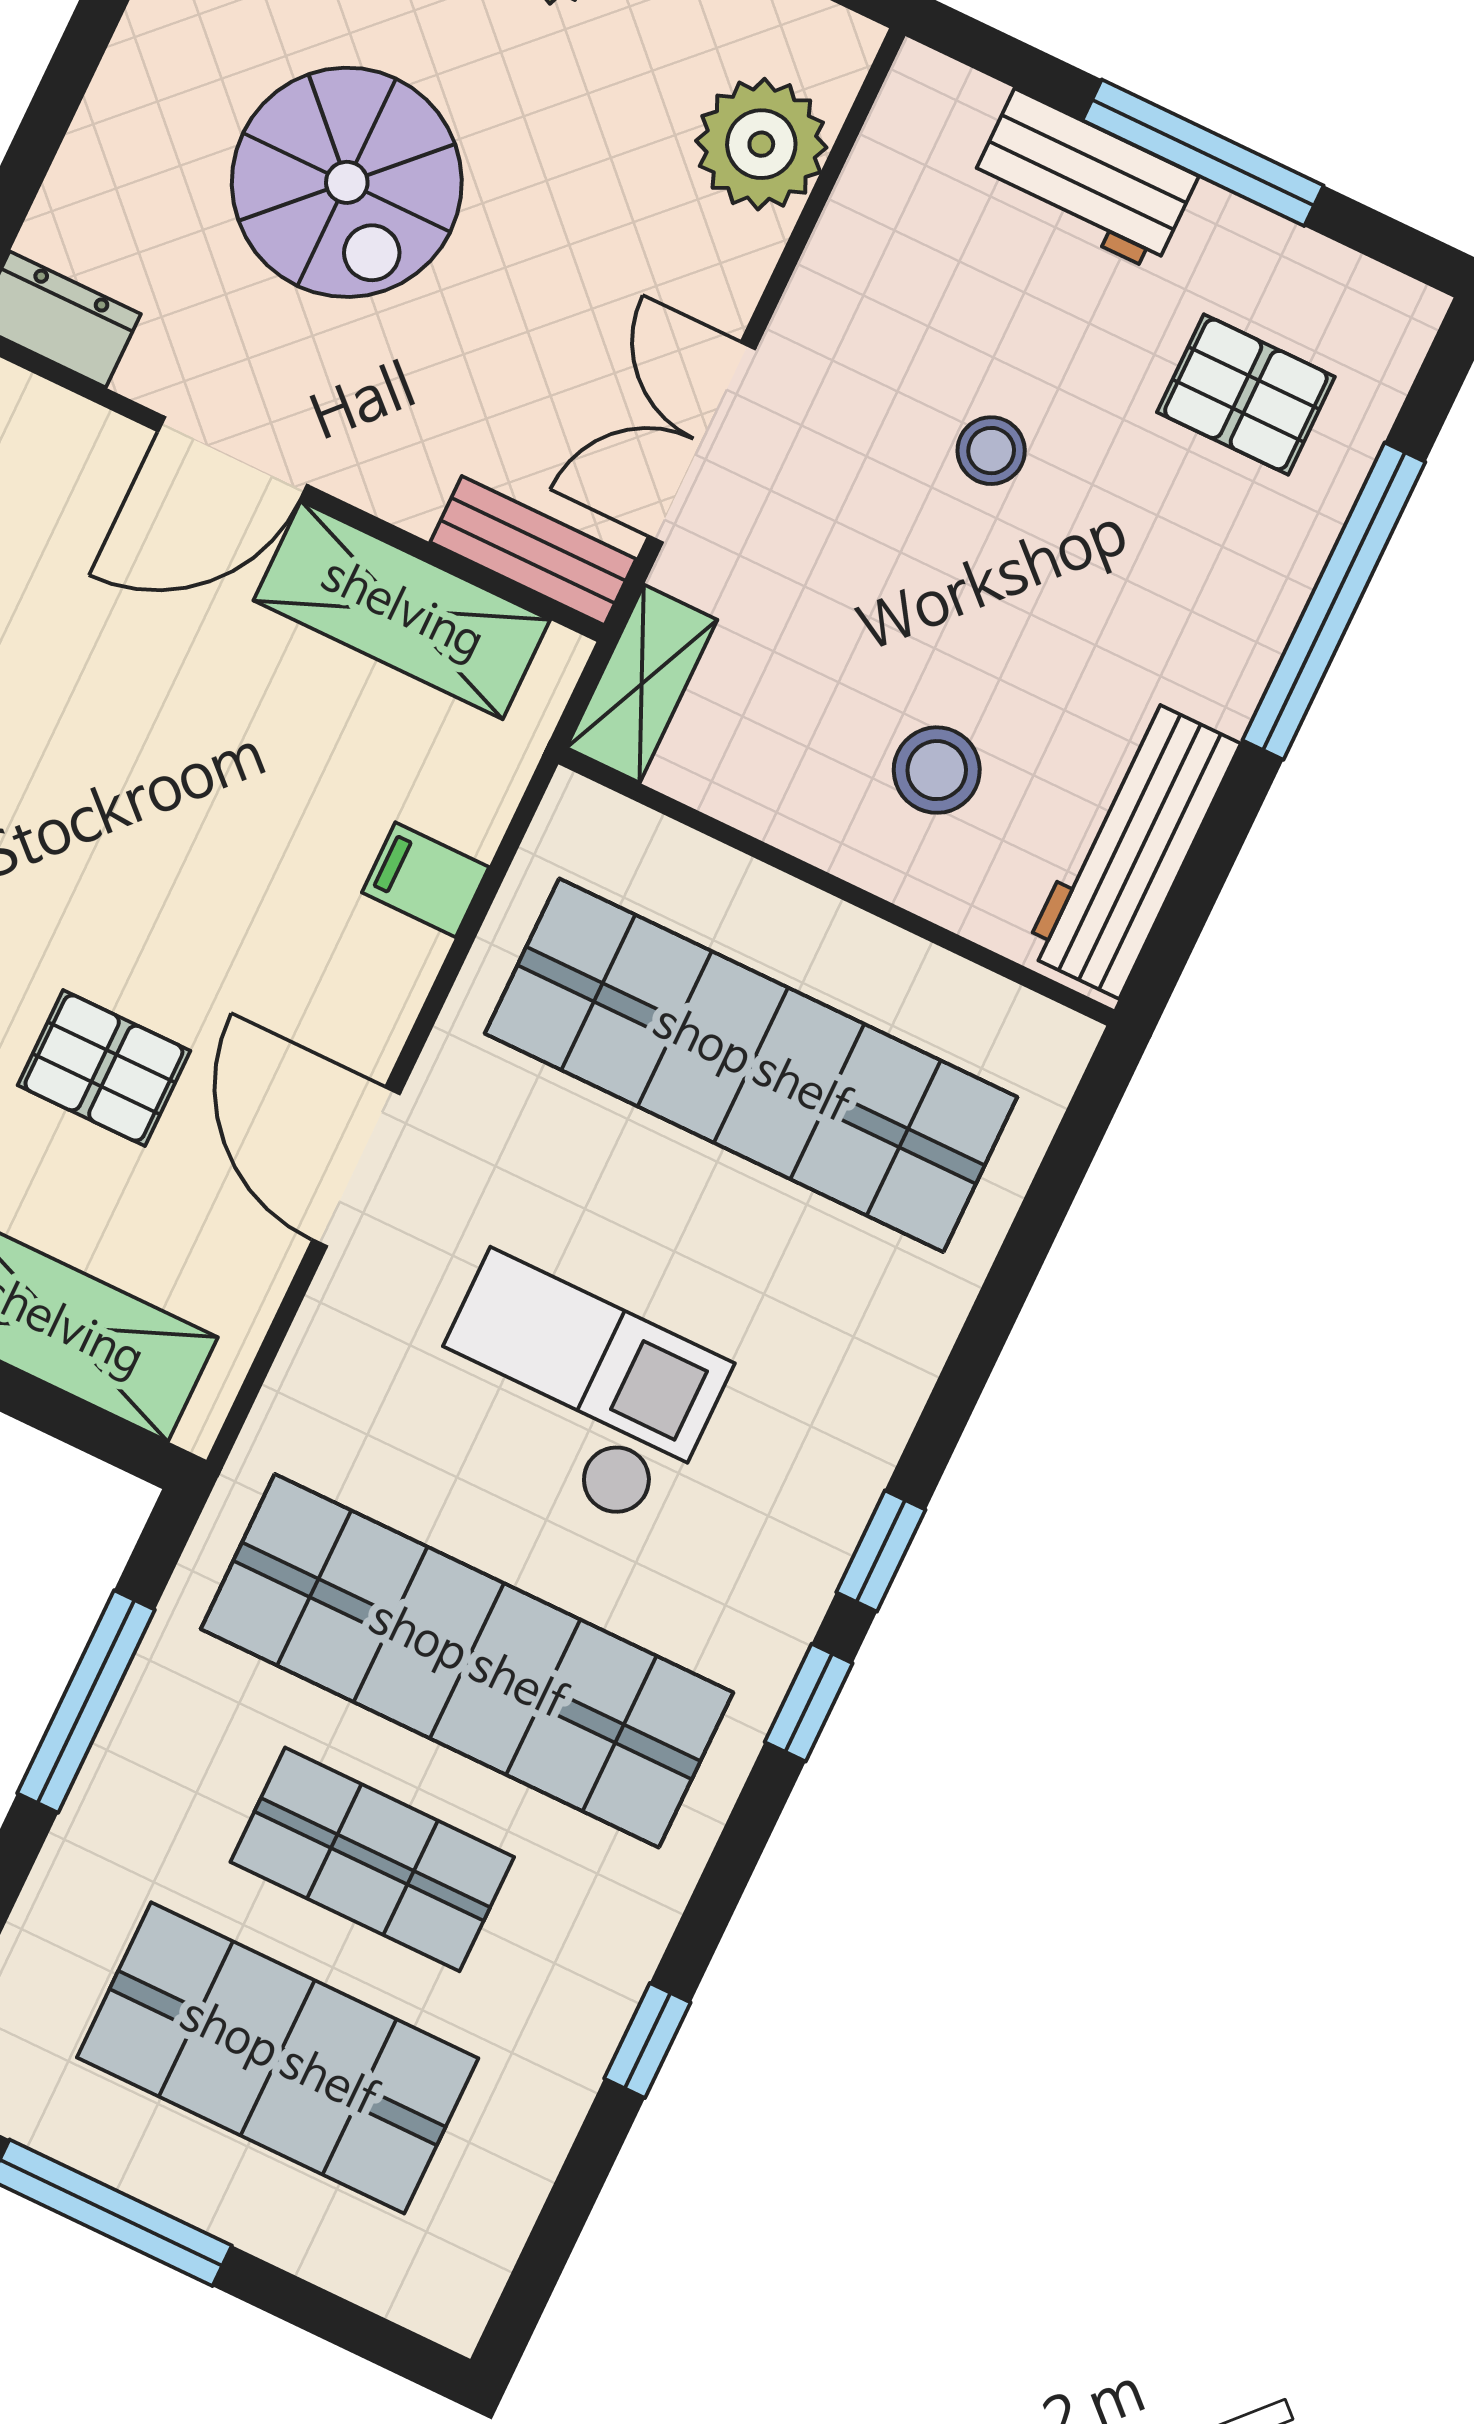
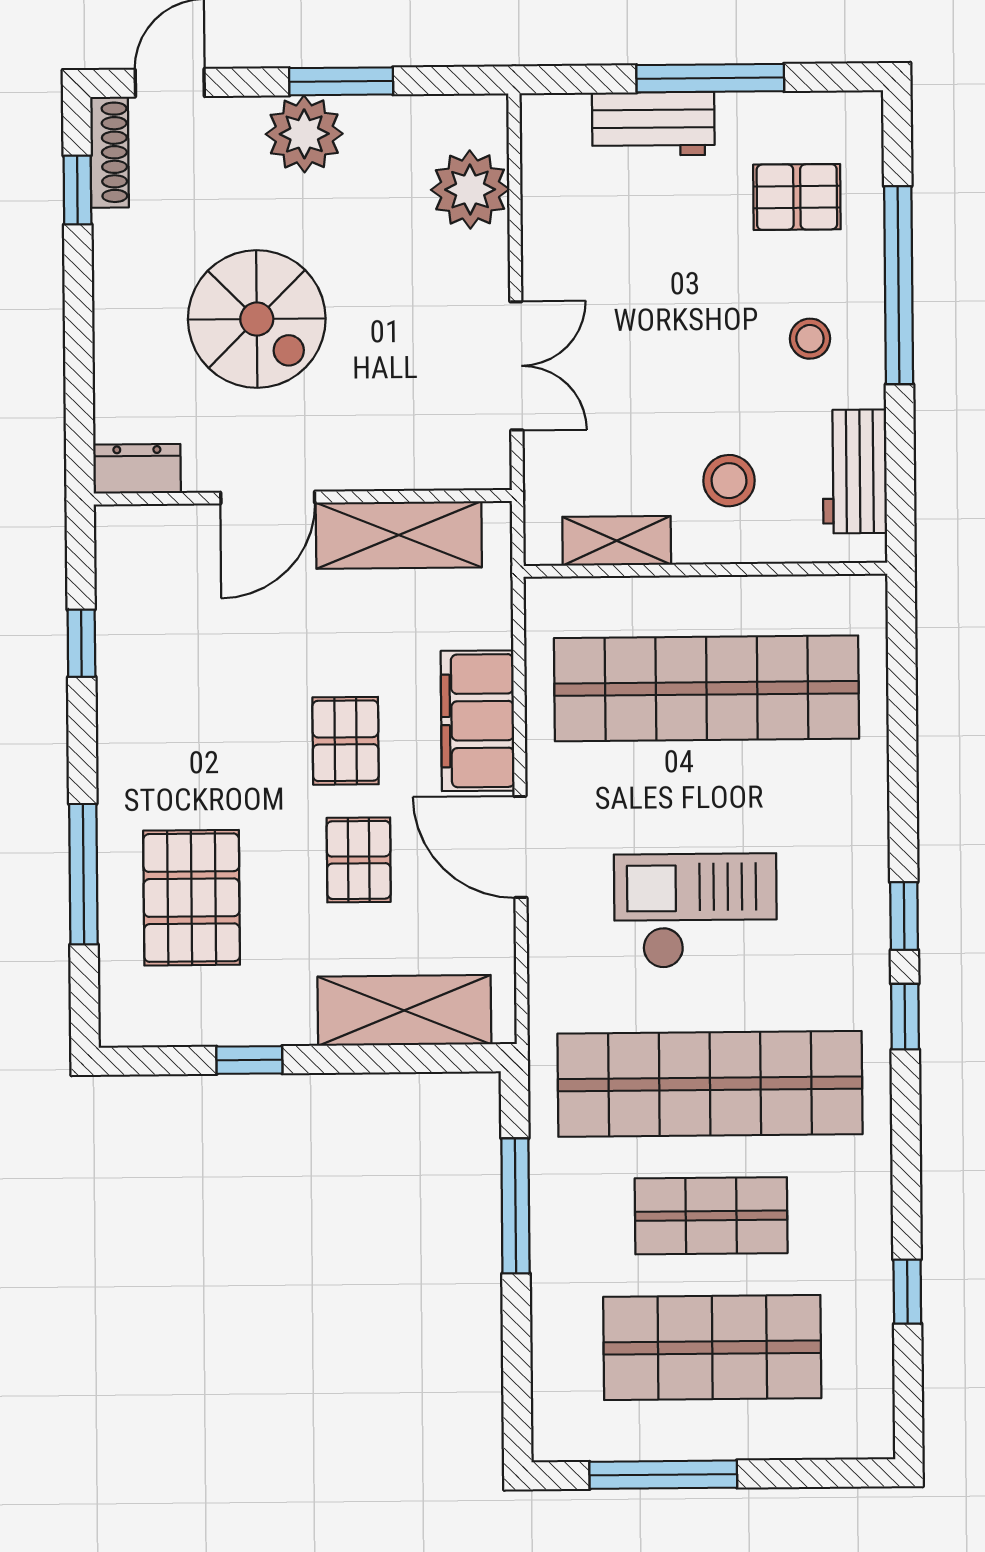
double door: (702, 442) -> (516, 366), swing flipped
stool: (991, 451) -> (810, 339), moved
bench: (533, 551) -> (454, 468), removed
shelving: (642, 684) -> (617, 541), moved, turned 90
workbench: (1132, 848) -> (855, 471), width x0.73
pallet: (171, 880) -> (346, 741), added
filing cabinet: (425, 880) -> (478, 721), width x3.00, depth x1.17
pallet: (104, 1068) -> (359, 860), turned 90
window: (647, 2040) -> (907, 1292), moved

